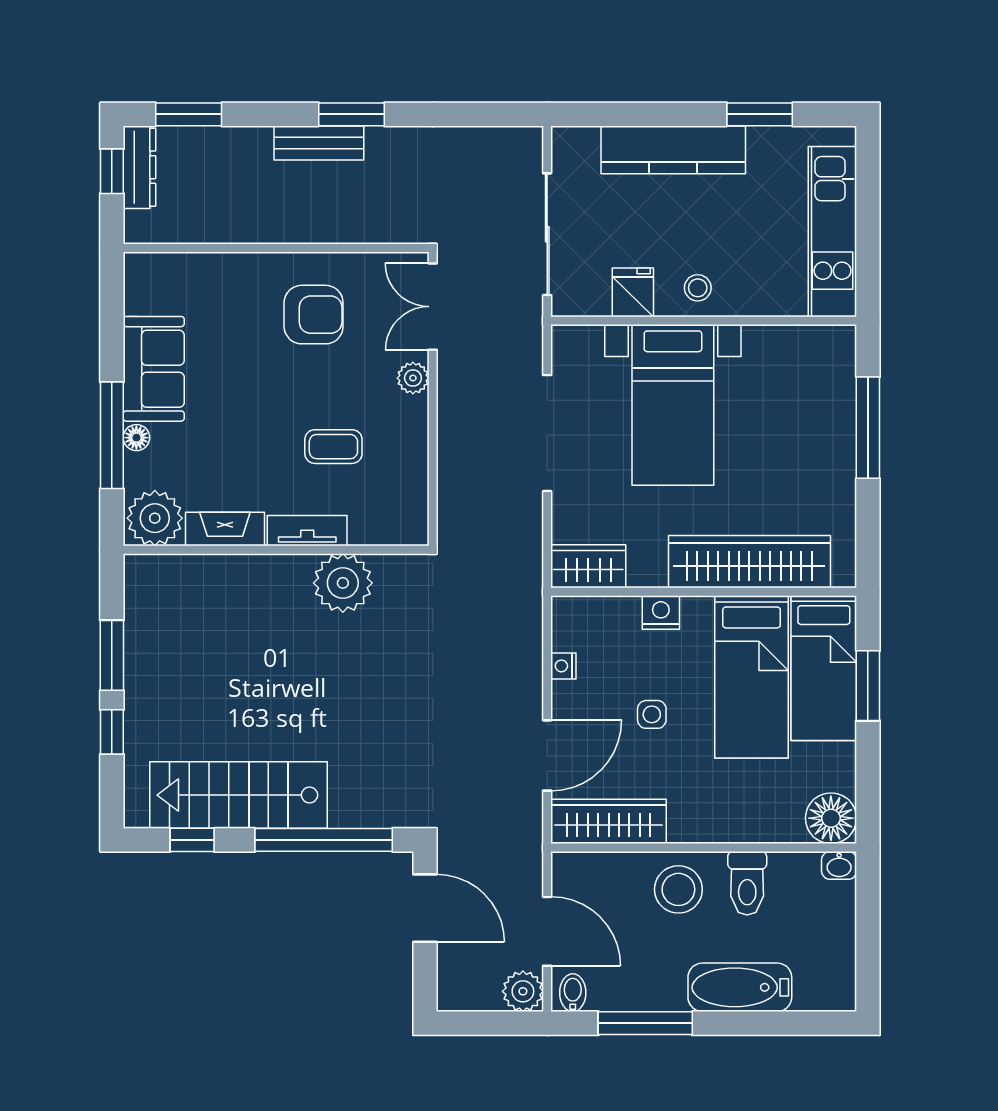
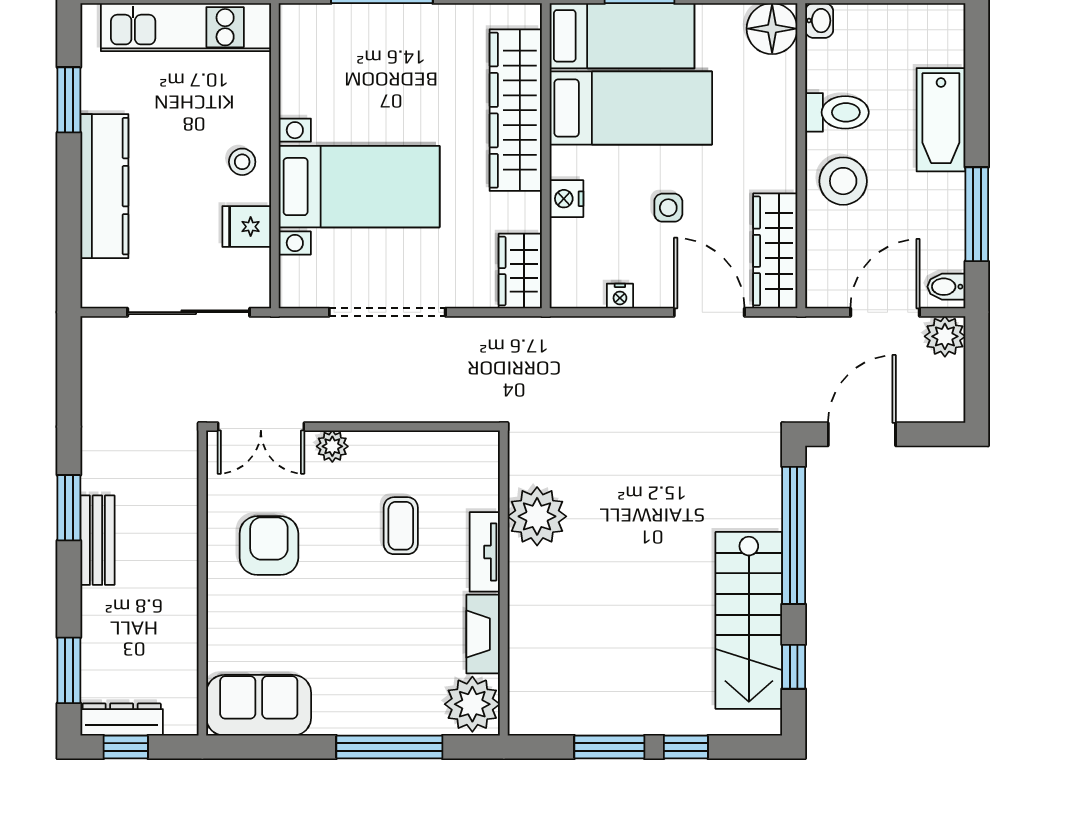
sofa: (154, 369) -> (259, 705), moved
floor lamp: (136, 438) -> (392, 722), removed

